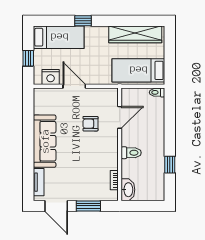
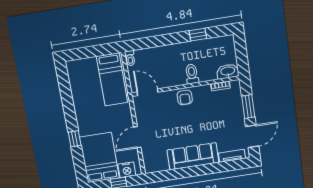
wardrobe: (135, 34) -> (78, 88), removed
bed: (59, 37) -> (99, 158), width x1.50
nightstand: (51, 77) -> (127, 170), moved, turned 90
door: (120, 117) -> (148, 92), moved
armchair: (90, 124) -> (185, 97), moved

